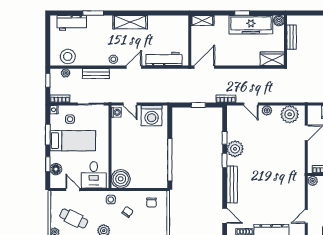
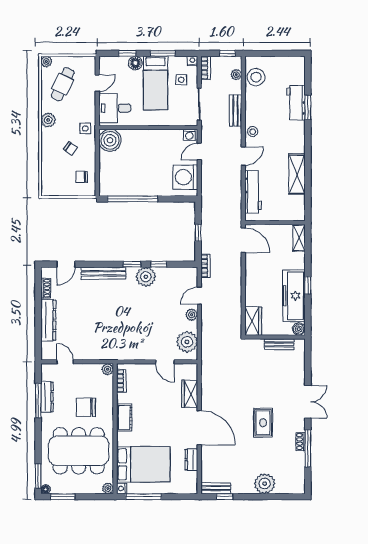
shelving: (130, 22) -> (297, 174), moved
workbench: (72, 23) -> (296, 103), moved
door: (134, 67) -> (243, 156), hinge flipped
floor lamp: (56, 169) -> (135, 63), moved

